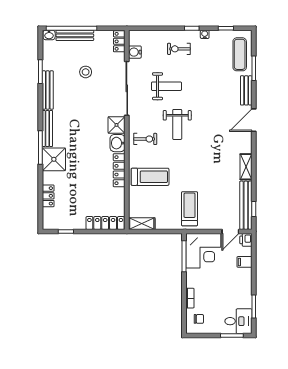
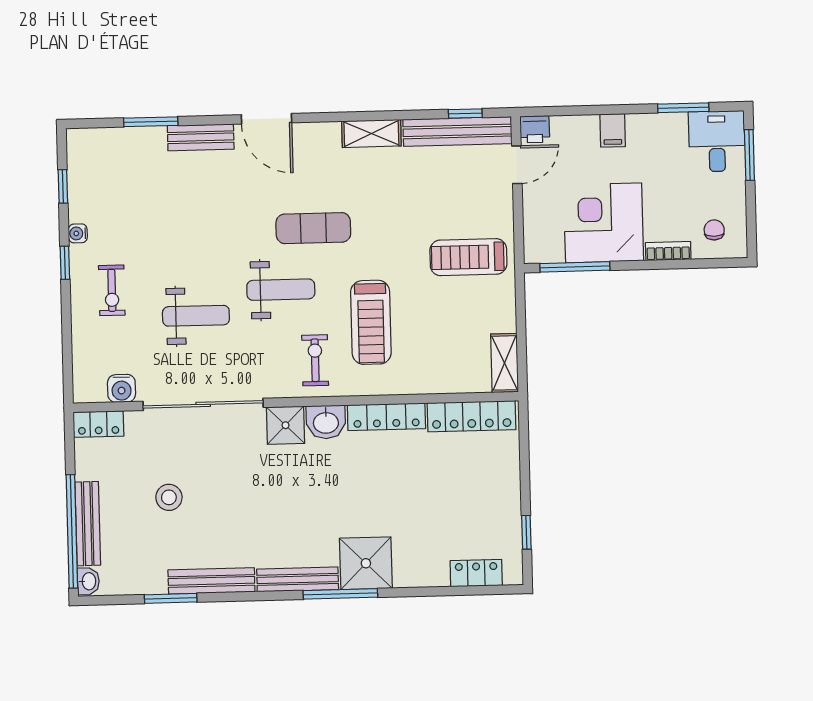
exercise mat: (240, 54) -> (313, 228), moved
weight bench: (166, 86) -> (196, 316), turned 90
treadmill: (150, 177) -> (371, 322), moved, turned 180
locker: (48, 196) -> (476, 573), moved
locker: (105, 223) -> (472, 416), moved, turned -90
door: (230, 231) -> (517, 165), hinge flipped
corner desk: (203, 251) -> (604, 223), moved, turned -90
filing cabinet: (245, 262) -> (613, 130), moved

